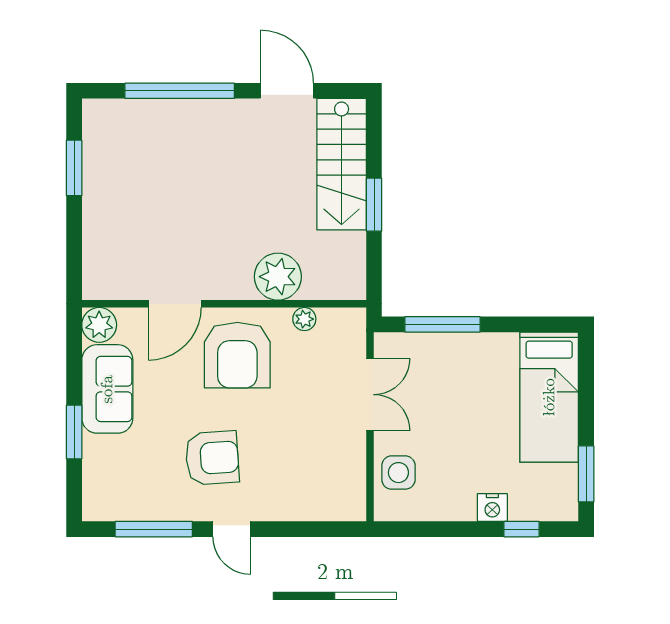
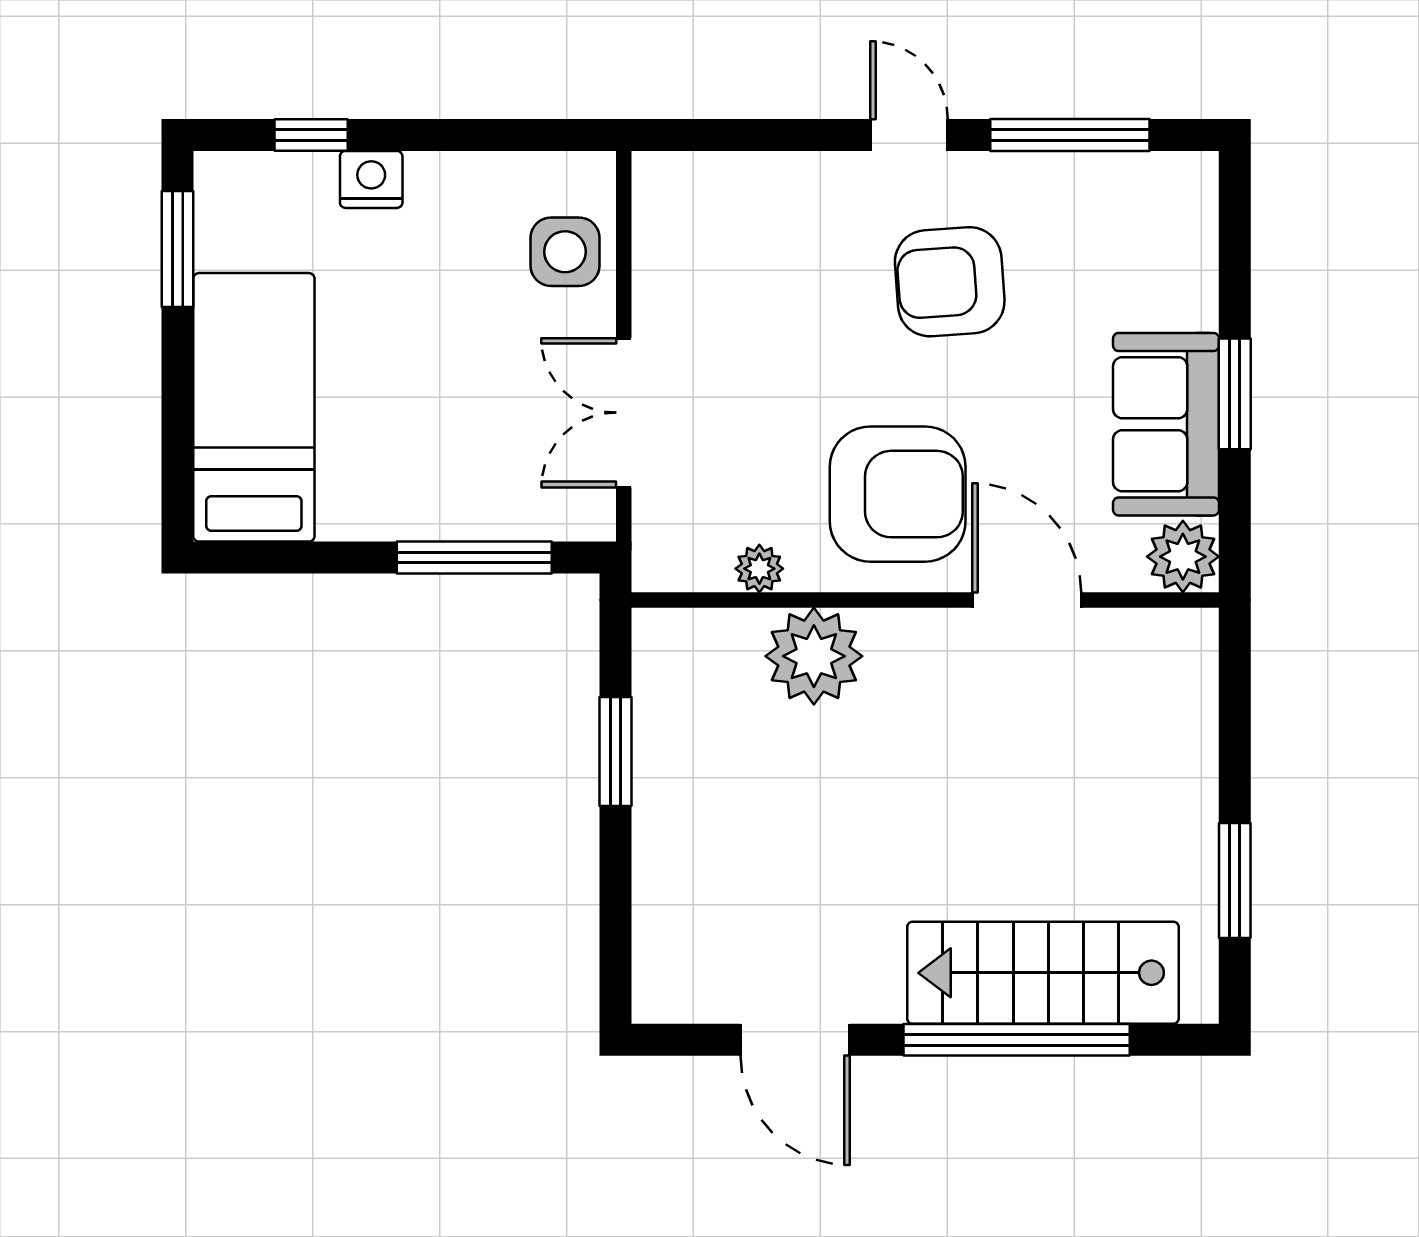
stairs: (342, 164) -> (1043, 973), moved, turned -90
window: (374, 205) -> (615, 752), moved
door: (175, 304) -> (1027, 600), hinge flipped
armchair: (237, 355) -> (898, 494), turned 90
window: (74, 432) -> (1235, 394), moved

